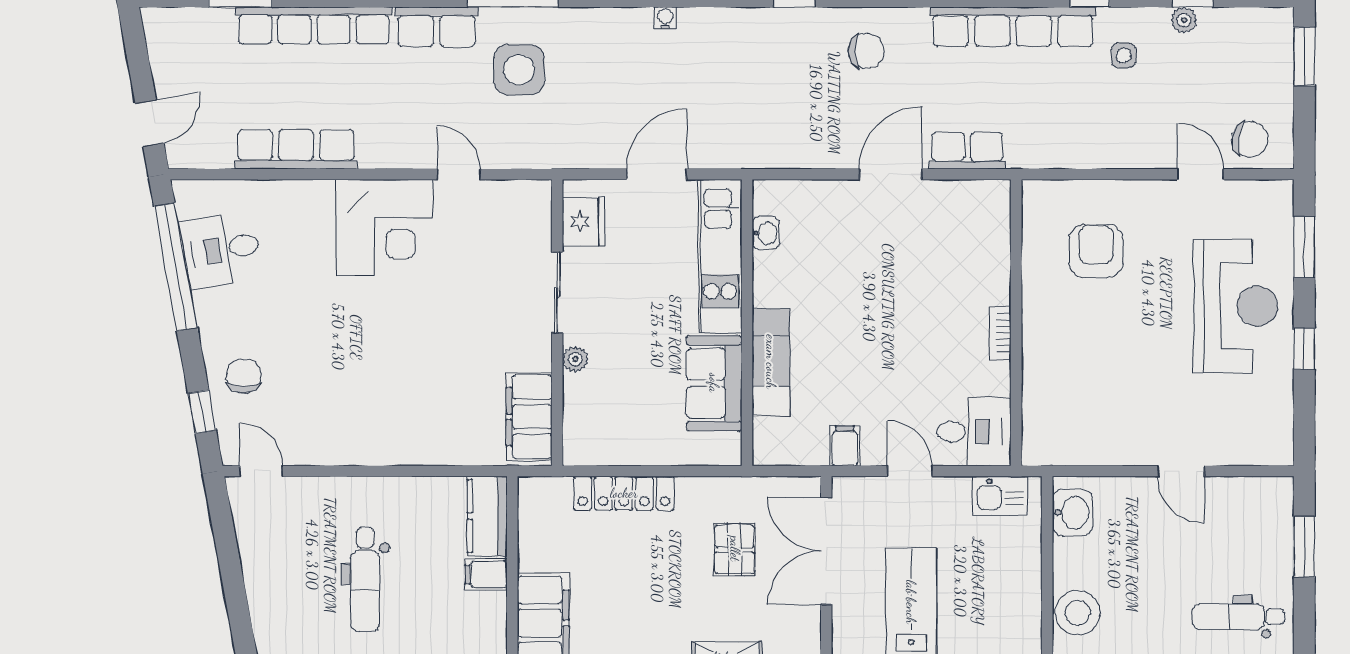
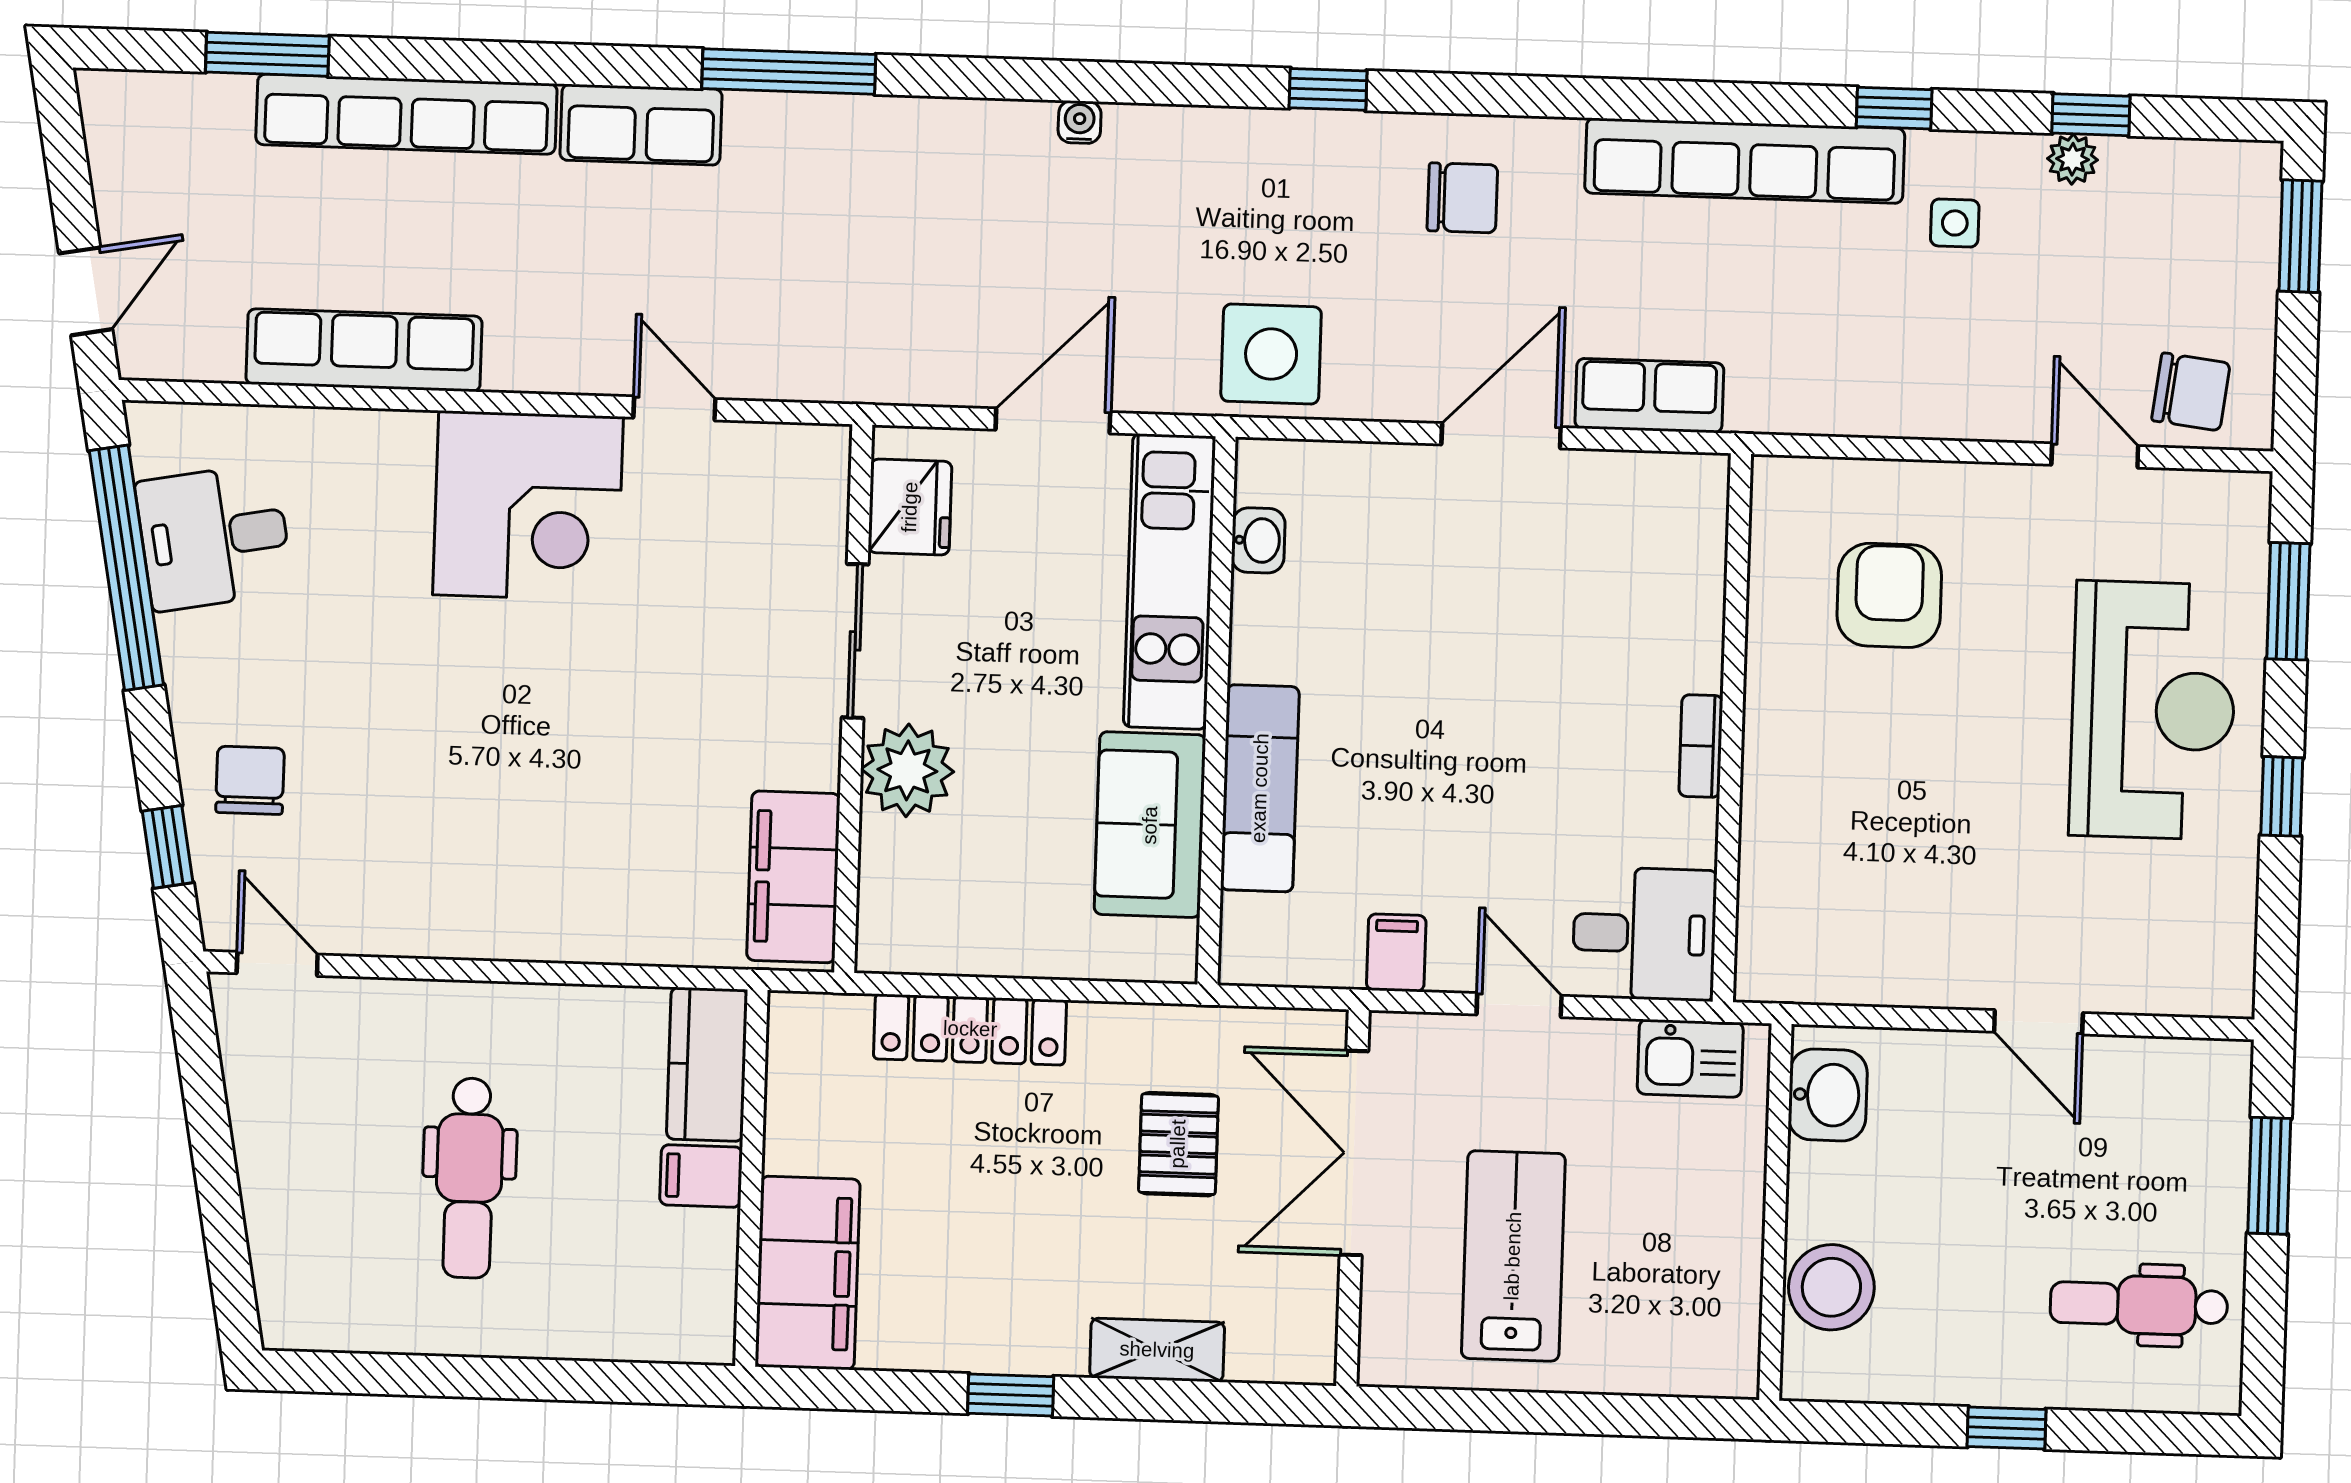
side table: (519, 70) -> (1271, 354), moved
plant: (575, 359) -> (907, 770), width x1.88, depth x1.88

